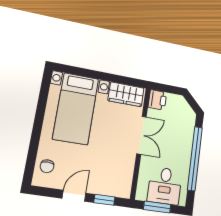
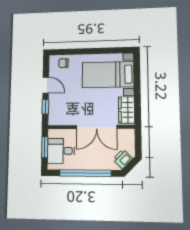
printer: (157, 100) -> (123, 159), moved, turned 135
double door: (141, 135) -> (97, 127), width x1.37

